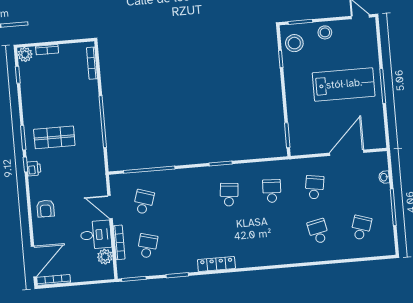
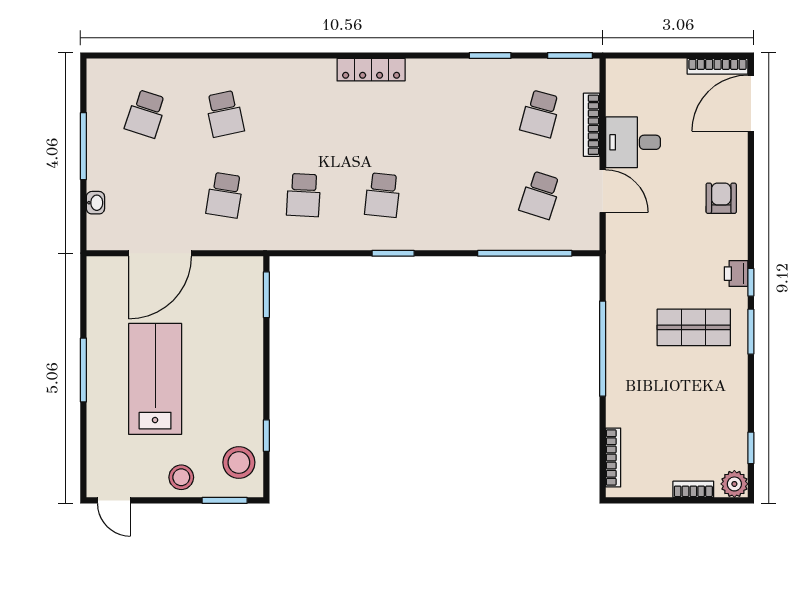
lab bench: (344, 84) -> (155, 379), turned 90
plant: (105, 257) -> (620, 101), removed
locker: (216, 264) -> (371, 70), moved

